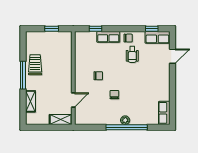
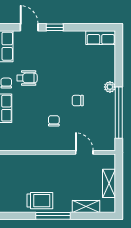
trolley: (35, 65) -> (40, 201), turned 180
window: (173, 77) -> (55, 27), added
shelving: (61, 120) -> (109, 183), moved
window: (127, 127) -> (119, 113), moved

